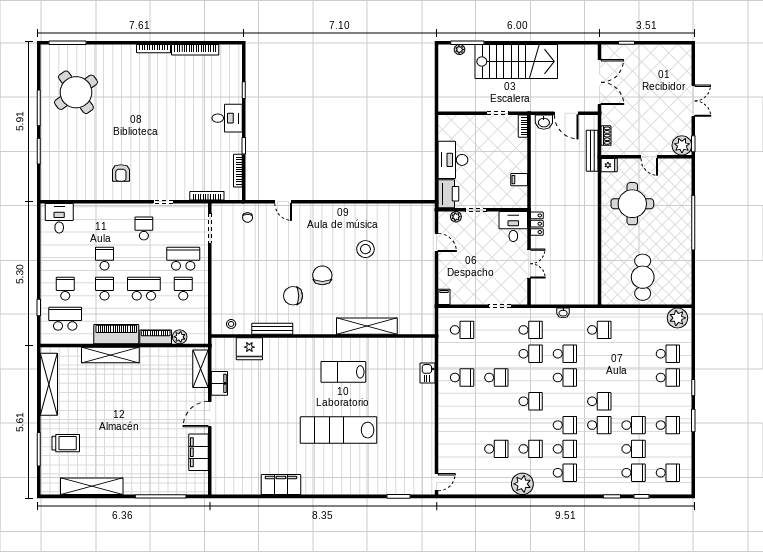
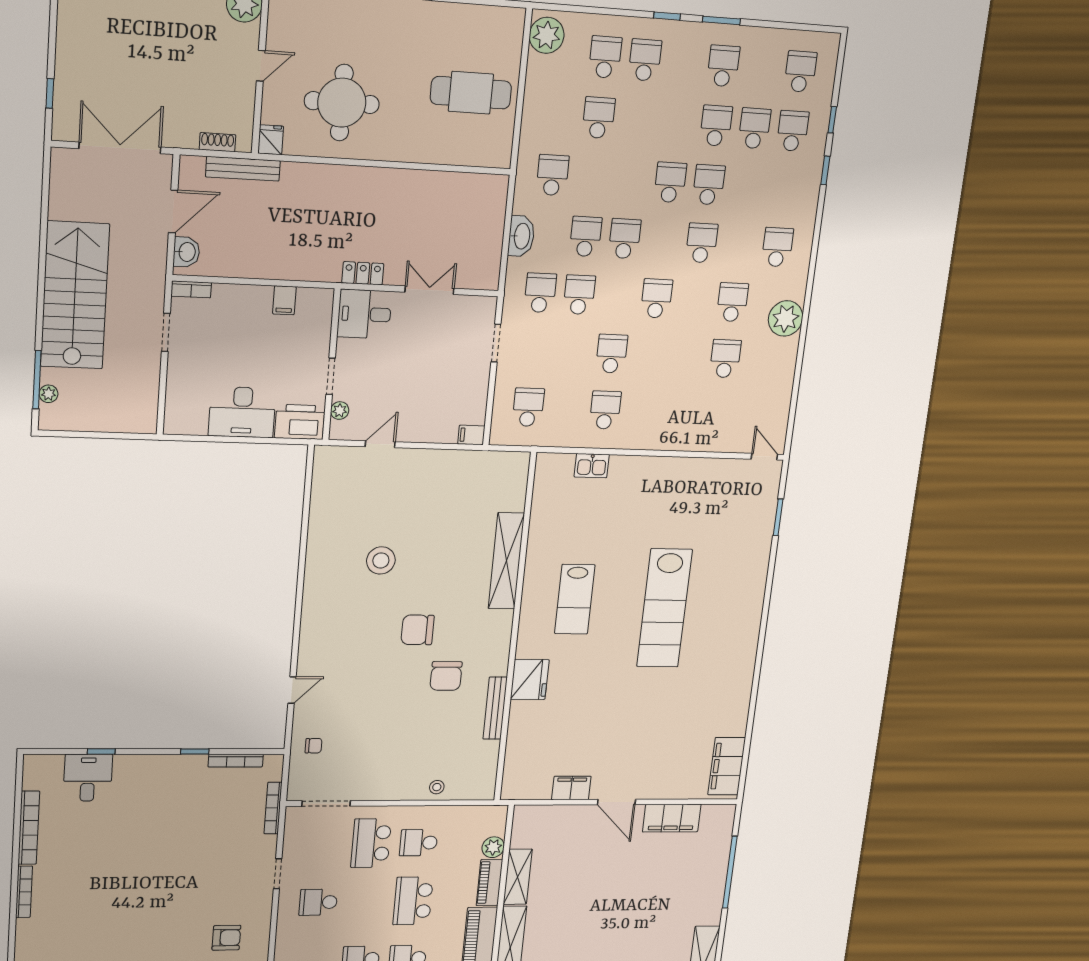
desk: (227, 118) -> (88, 778), moved
washbasin: (563, 313) -> (521, 236), width x1.91, depth x1.45
stool: (231, 324) -> (437, 787), moved
fridge: (249, 349) -> (530, 679), moved
shelving: (201, 369) -> (518, 877), moved, turned 90
school desk: (565, 449) -> (599, 118), moved
filing cabinet: (281, 485) -> (727, 766), moved

